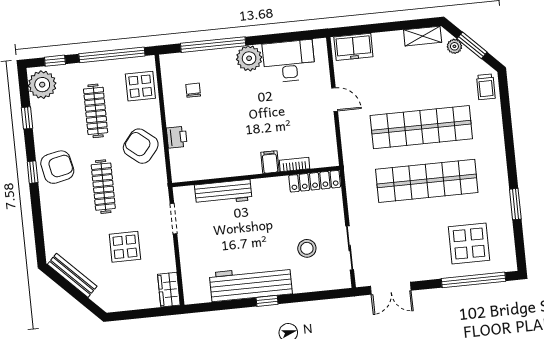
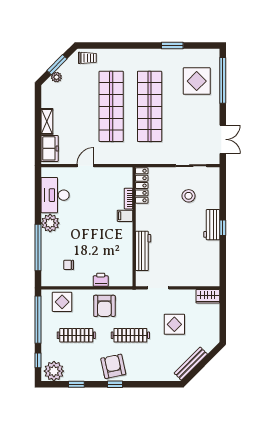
shelving: (423, 36) -> (47, 121), moved
armchair: (141, 146) -> (104, 306), turned -39
workbench: (251, 283) -> (212, 225), width x0.53, depth x0.76

